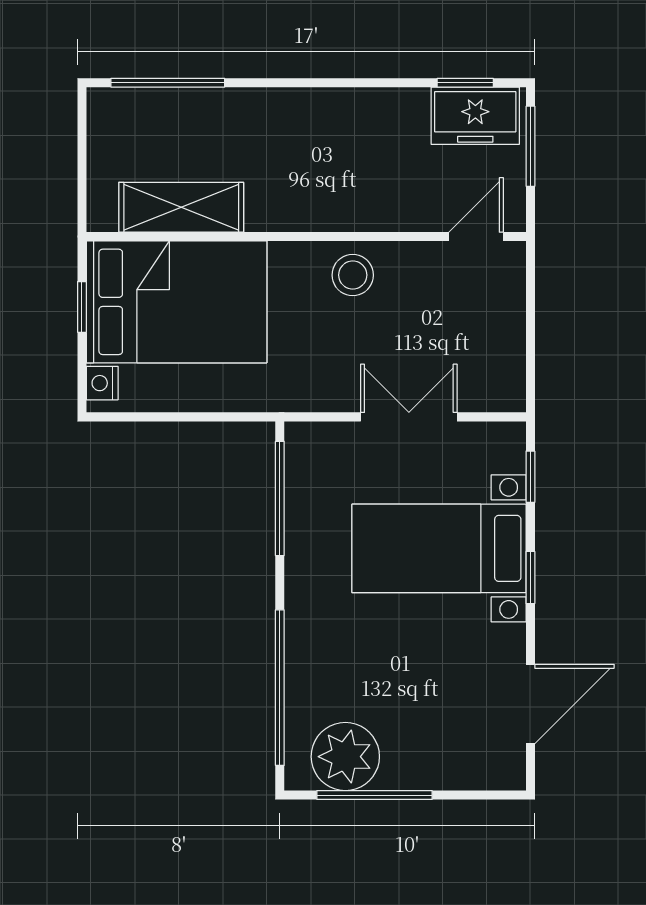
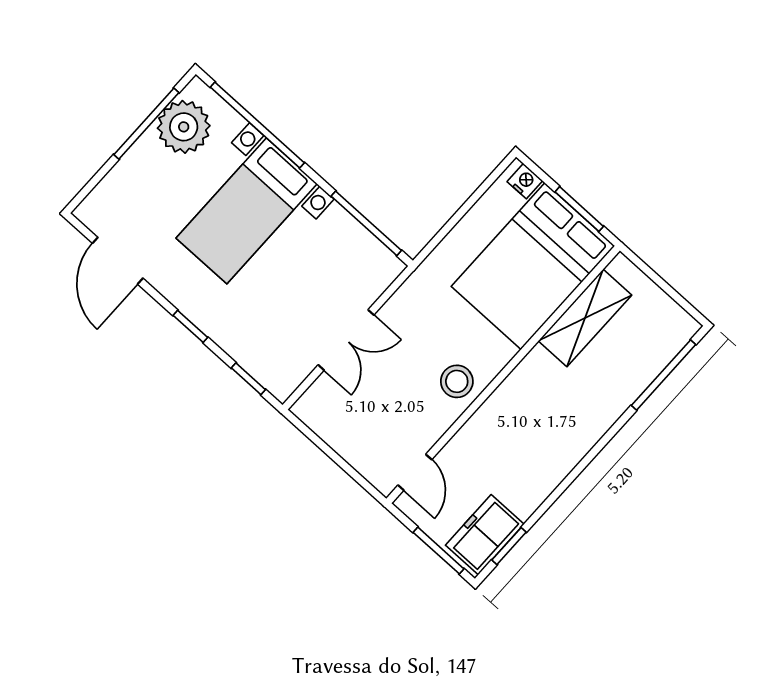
window: (82, 307) -> (579, 209), width x1.50
bed with nightstands: (439, 548) -> (247, 211), moved, turned 180

